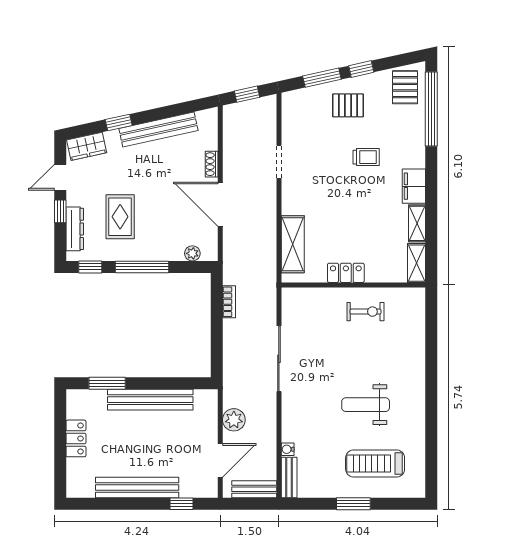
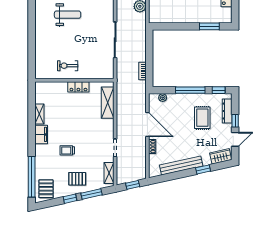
shelving: (416, 263) -> (109, 173), moved
bench: (150, 400) -> (186, 17), removed

